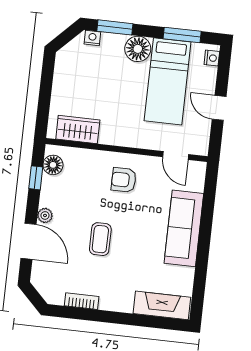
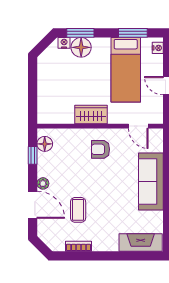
floor lamp: (138, 49) -> (81, 47), moved
wardrobe: (78, 130) -> (91, 115), moved
coffee table: (100, 239) -> (78, 210), moved

